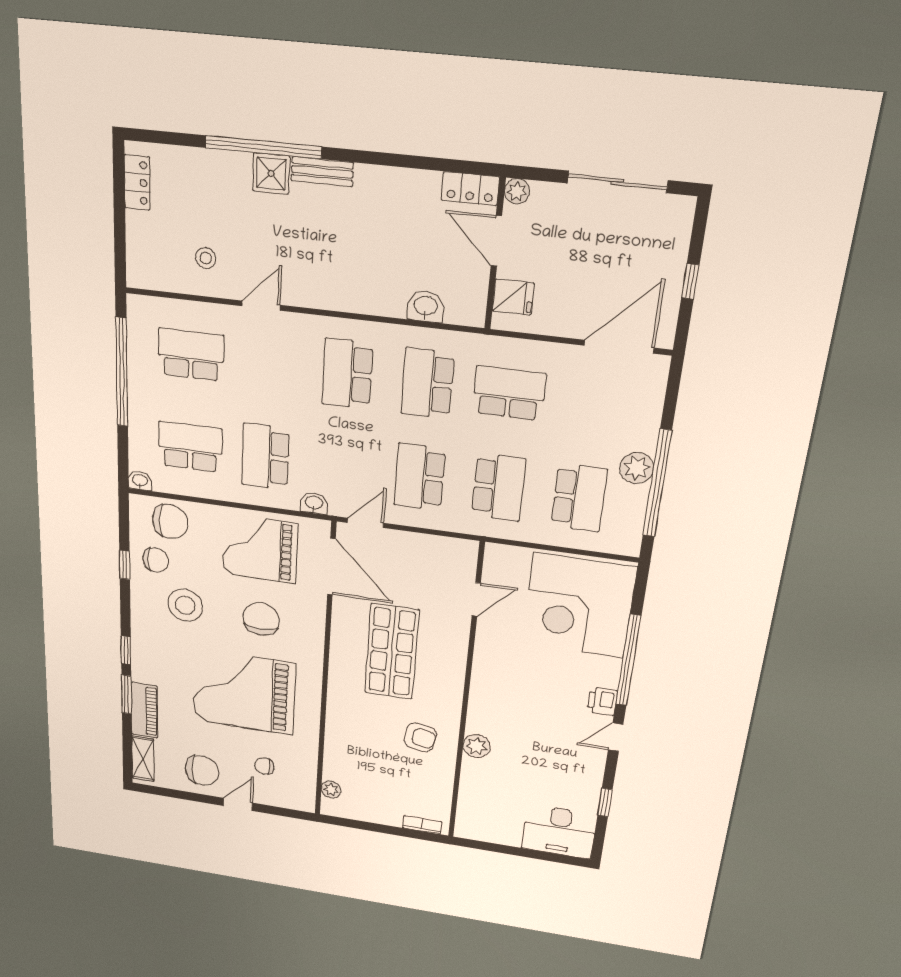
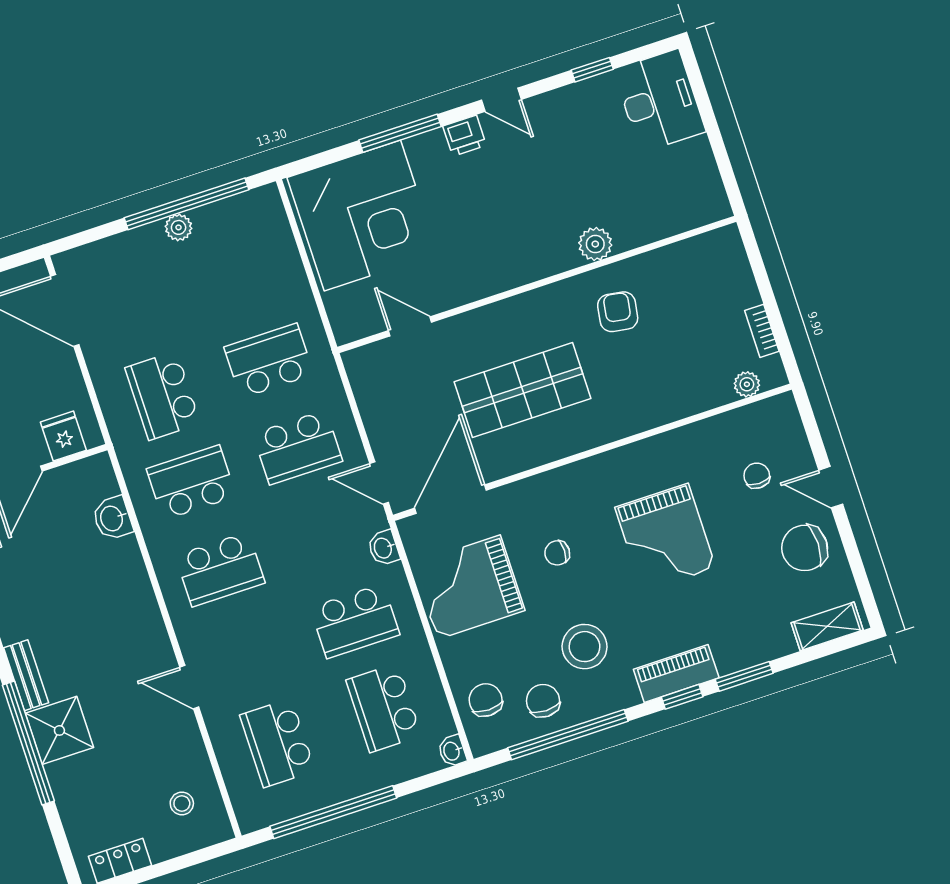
shower: (271, 174) -> (59, 730), width x1.36, depth x1.36
stool: (206, 258) -> (182, 803), moved
school desk: (427, 383) -> (191, 483), turned 180
plant: (637, 468) -> (179, 227), width x0.73, depth x0.73
school desk: (579, 498) -> (240, 274), removed
chair: (170, 521) -> (486, 700), width x0.73, depth x0.73
grand piano: (260, 549) -> (469, 587), turned 90
window: (125, 565) -> (568, 735), width x3.17
chair: (261, 619) -> (557, 553), width x0.54, depth x0.54
window: (628, 660) -> (400, 133), width x0.68
grand piano: (244, 692) -> (665, 537), width x0.73, depth x0.68
piano: (144, 710) -> (676, 674), moved
chair: (264, 766) -> (757, 476), turned 180
chair: (202, 771) -> (805, 548), turned -88
bookcase: (422, 825) -> (762, 331), moved

